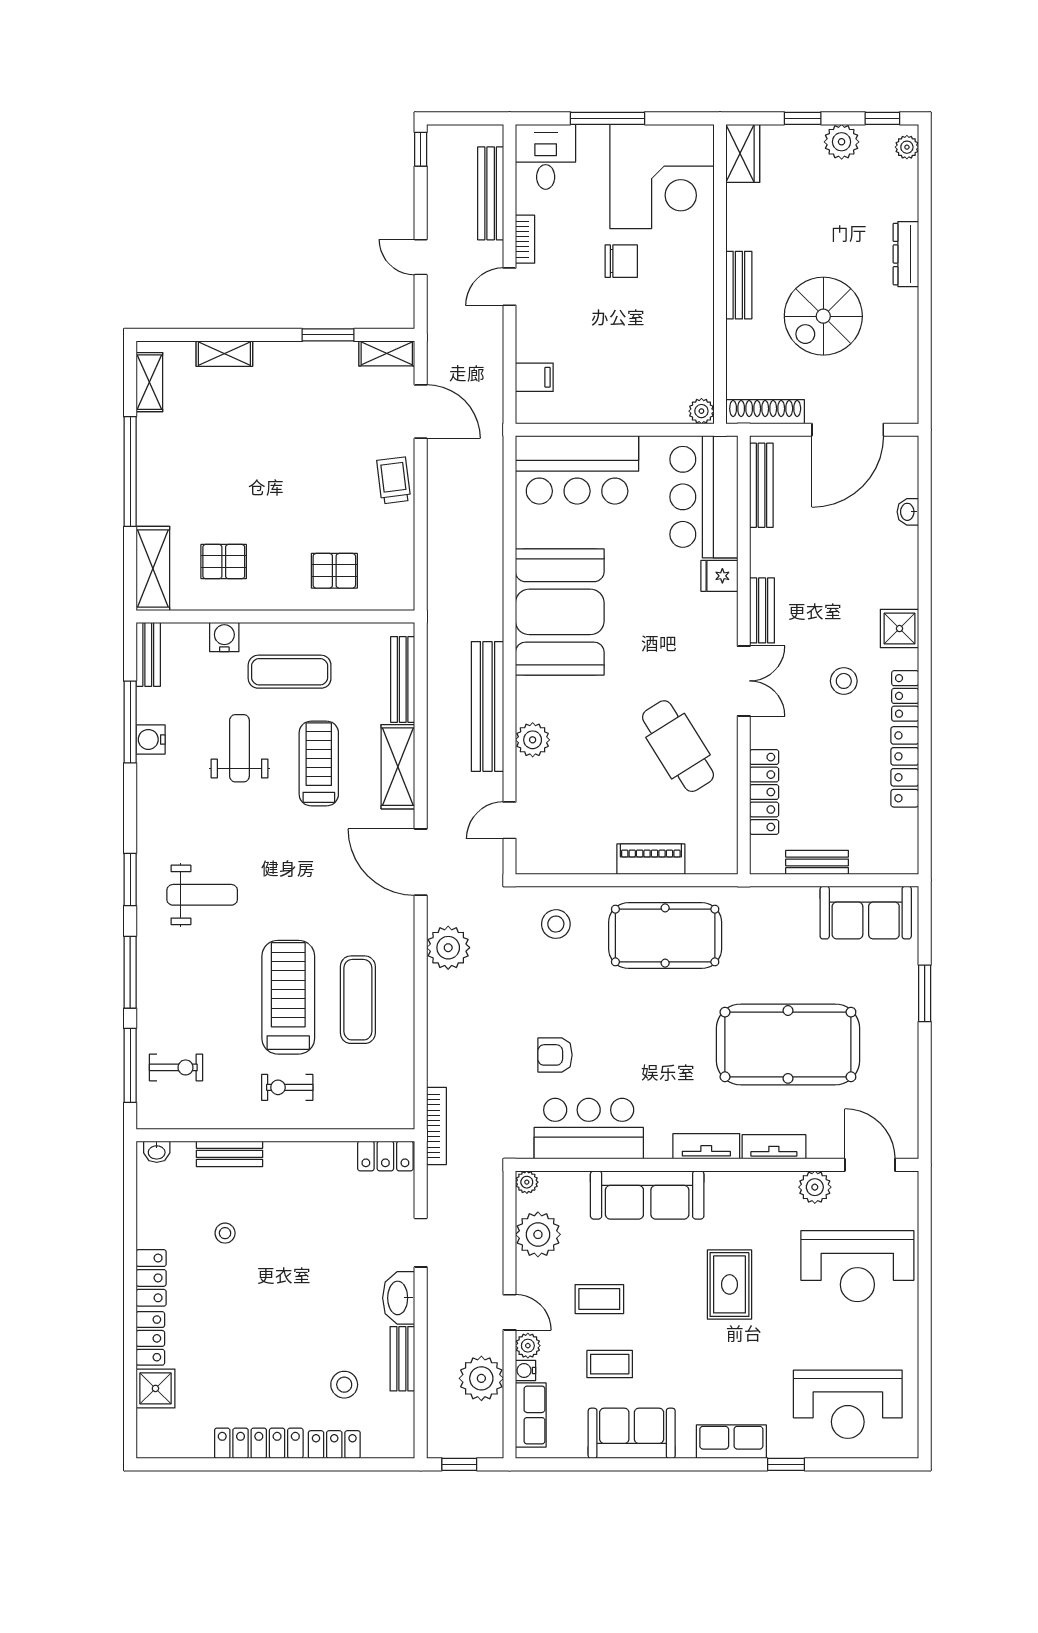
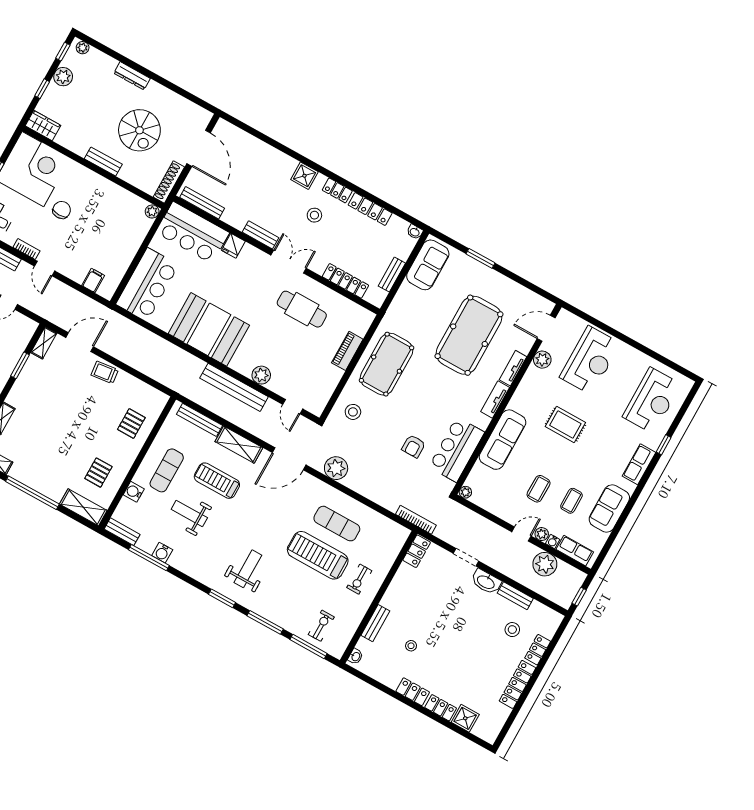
washbasin: (908, 512) -> (415, 232), moved
cafe table: (678, 746) -> (302, 309), turned 32
plant: (538, 1234) -> (493, 501), removed

